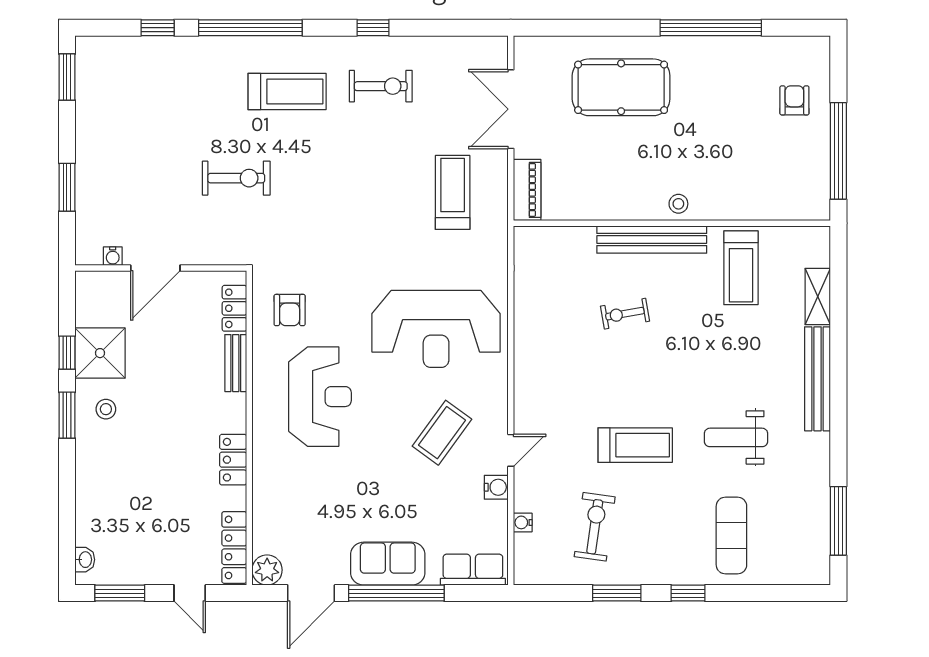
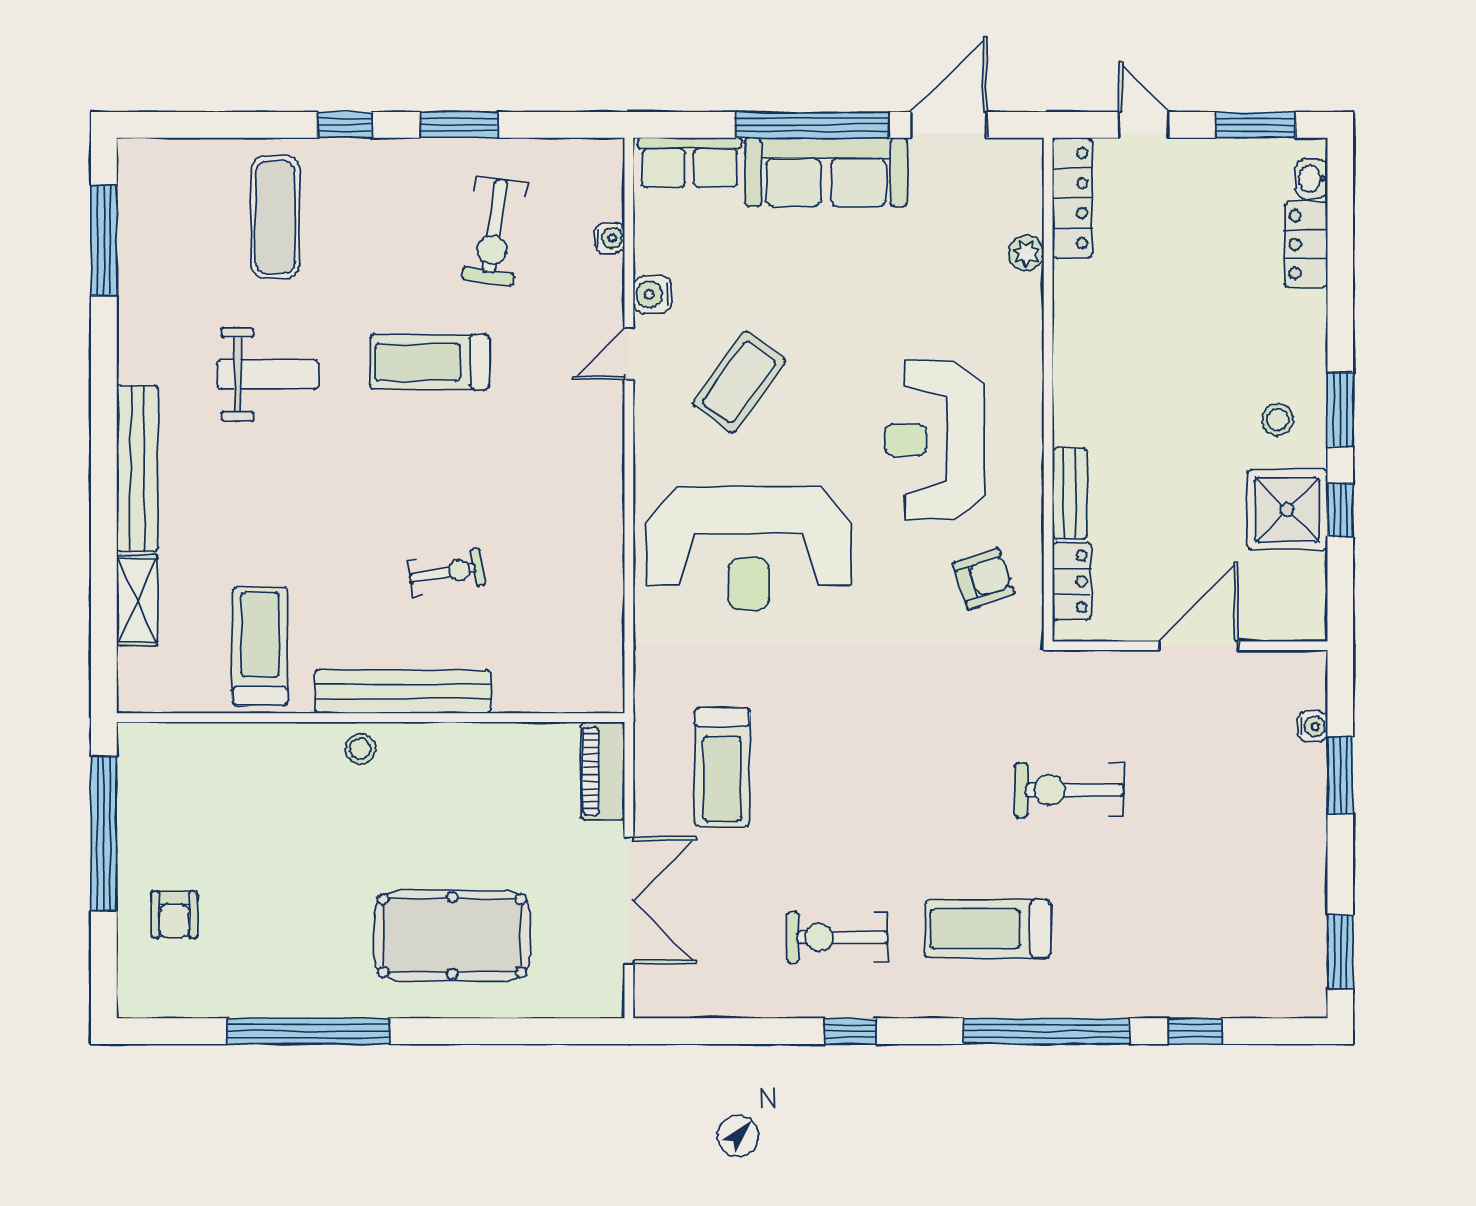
water cooler: (113, 256) -> (1313, 726), moved, turned 90
armchair: (290, 310) -> (983, 579), turned 71
reception desk: (436, 329) -> (749, 548), turned 180
locker: (233, 460) -> (1306, 244), moved, turned 180
sofa: (388, 564) -> (826, 172), width x1.36
plant: (267, 570) -> (1026, 253), moved, width x0.73, depth x0.73

